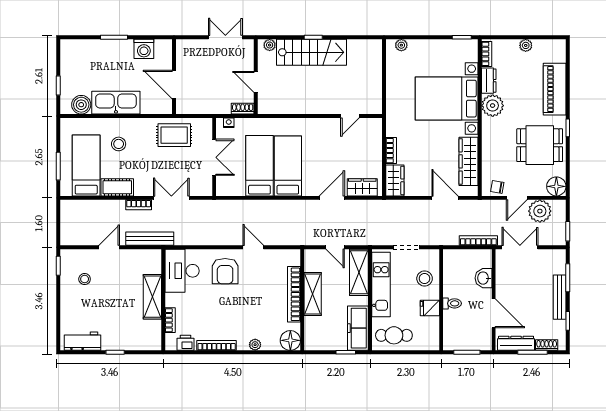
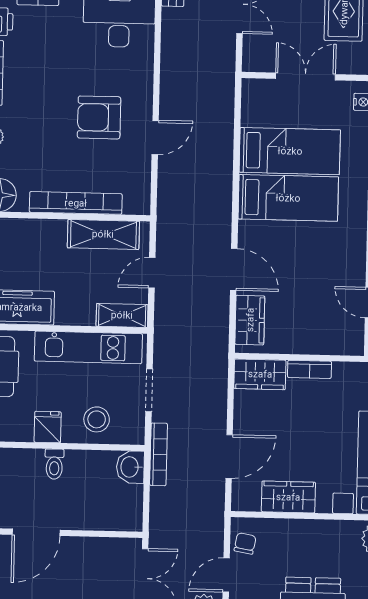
double door: (214, 157) -> (305, 76), swing flipped
wardrobe: (469, 161) -> (288, 497), width x0.67
door: (517, 198) -> (226, 575), hinge flipped
bookcase: (478, 241) -> (159, 454), moved
armchair: (225, 271) -> (99, 117), moved
shelving: (359, 272) -> (122, 315), width x0.67, depth x0.75
washbasin: (484, 278) -> (130, 467), moved, turned -90
shelving: (313, 294) -> (103, 234), moved

